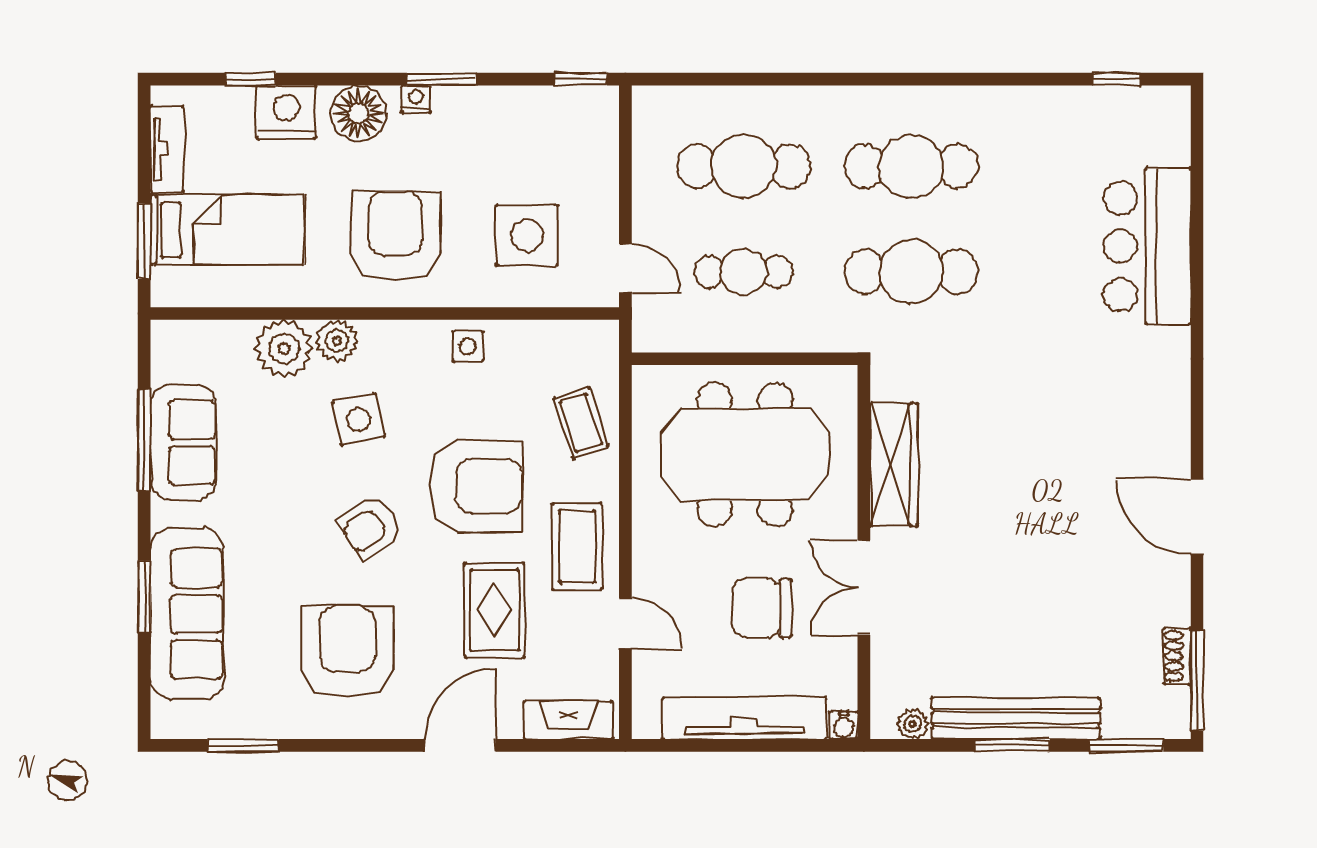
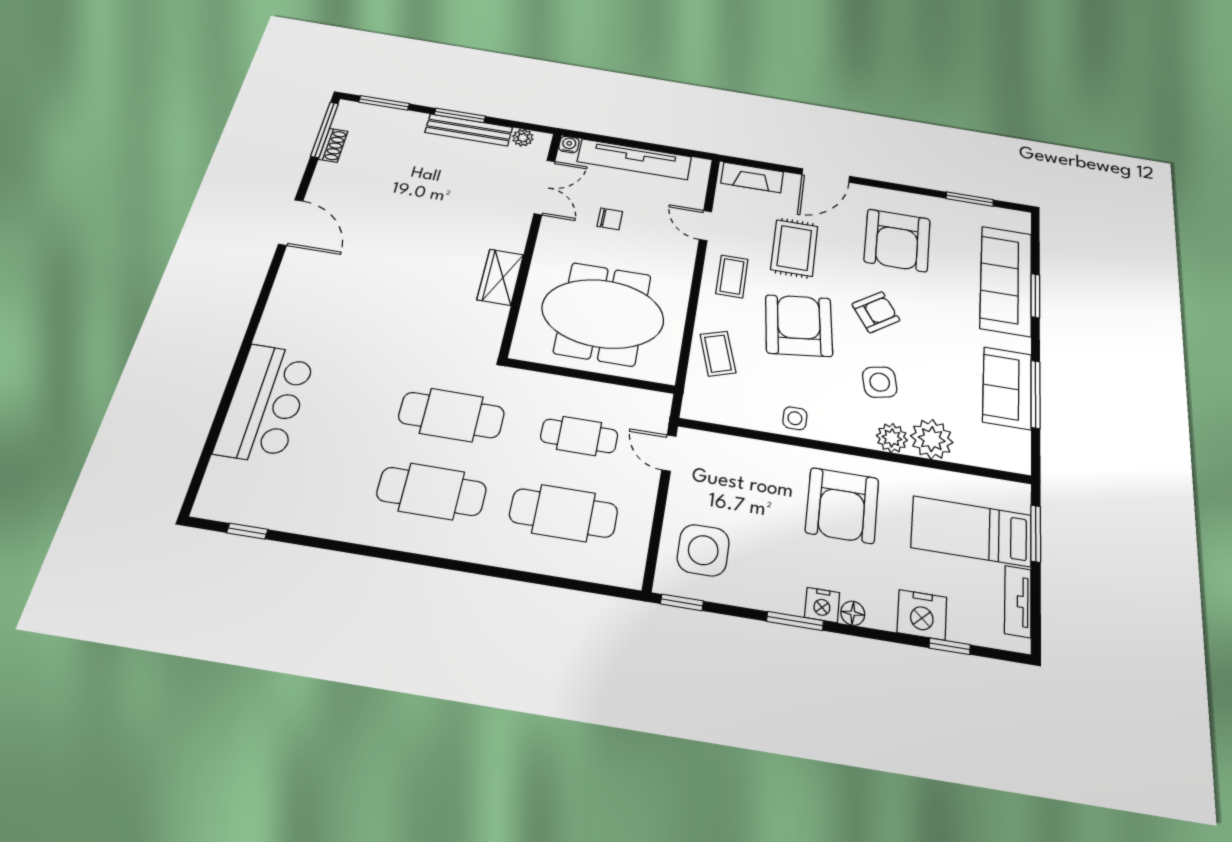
nightstand: (416, 99) -> (822, 605), width x1.39, depth x1.35
floor lamp: (359, 113) -> (853, 613), width x0.53, depth x0.53
side table: (527, 235) -> (703, 550), moved
wardrobe: (894, 464) -> (500, 277), width x0.67
armchair: (476, 486) -> (799, 325), turned 83
coffee table: (577, 546) -> (732, 276), width x0.73, depth x0.77
double door: (864, 588) -> (544, 187), moved
chair: (762, 608) -> (610, 219), width x0.54, depth x0.54
bench: (1016, 718) -> (469, 130), width x0.73, depth x0.82

